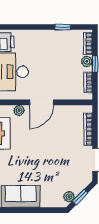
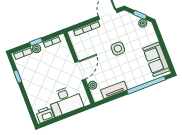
door: (42, 102) -> (80, 71), hinge flipped
side table: (51, 156) -> (118, 49), added

